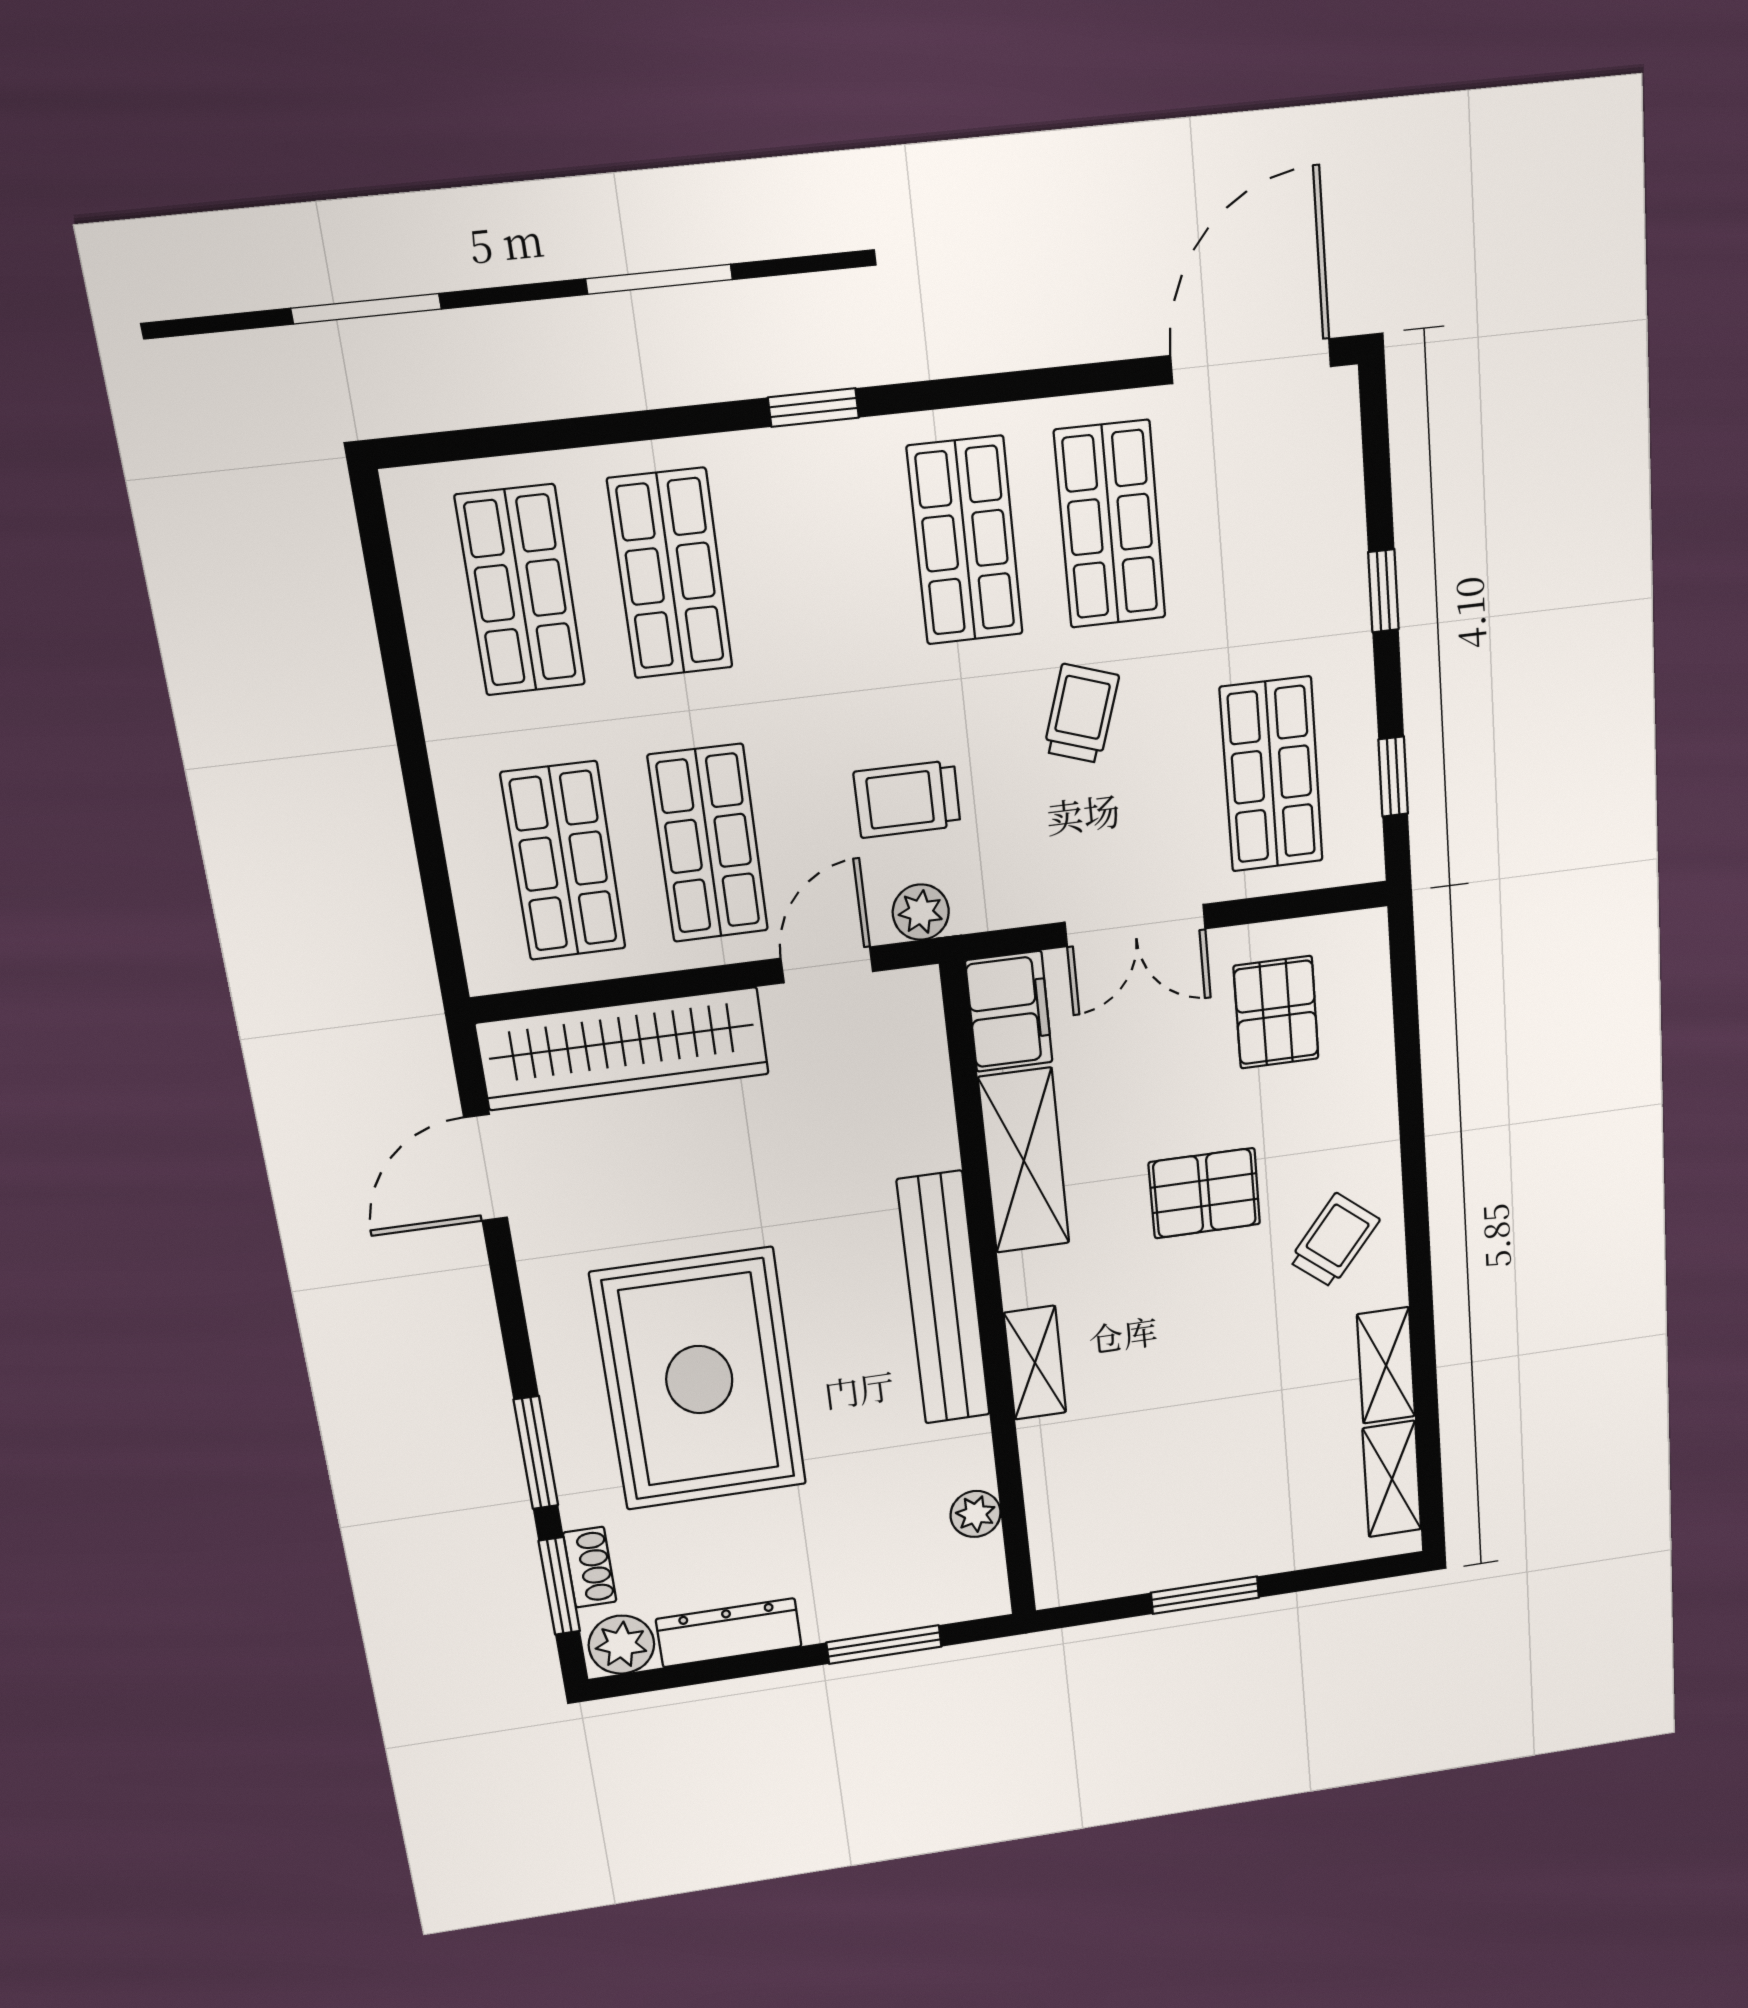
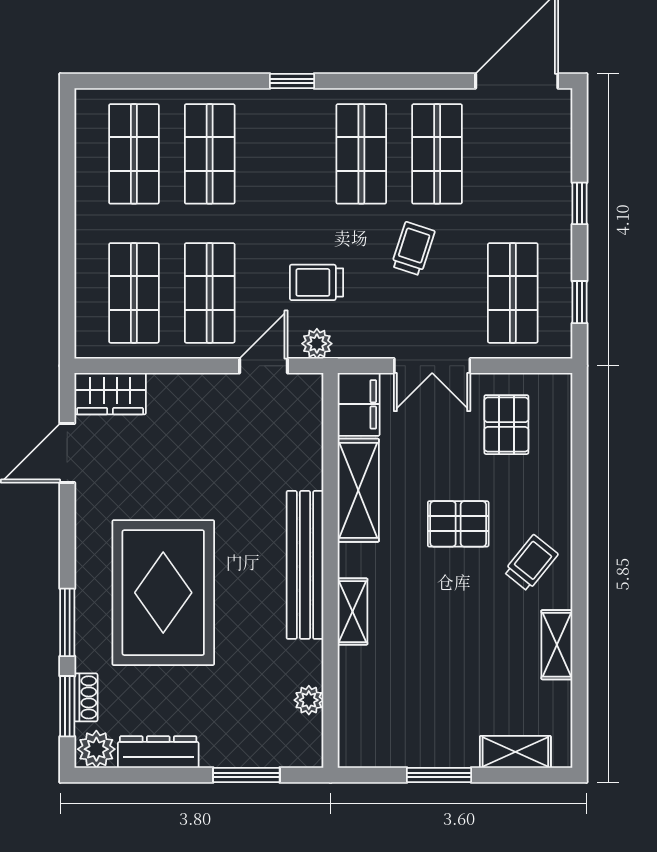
wardrobe: (623, 1049) -> (110, 394), width x0.48, depth x0.85
shelving: (1392, 1479) -> (515, 752), moved, turned 90

